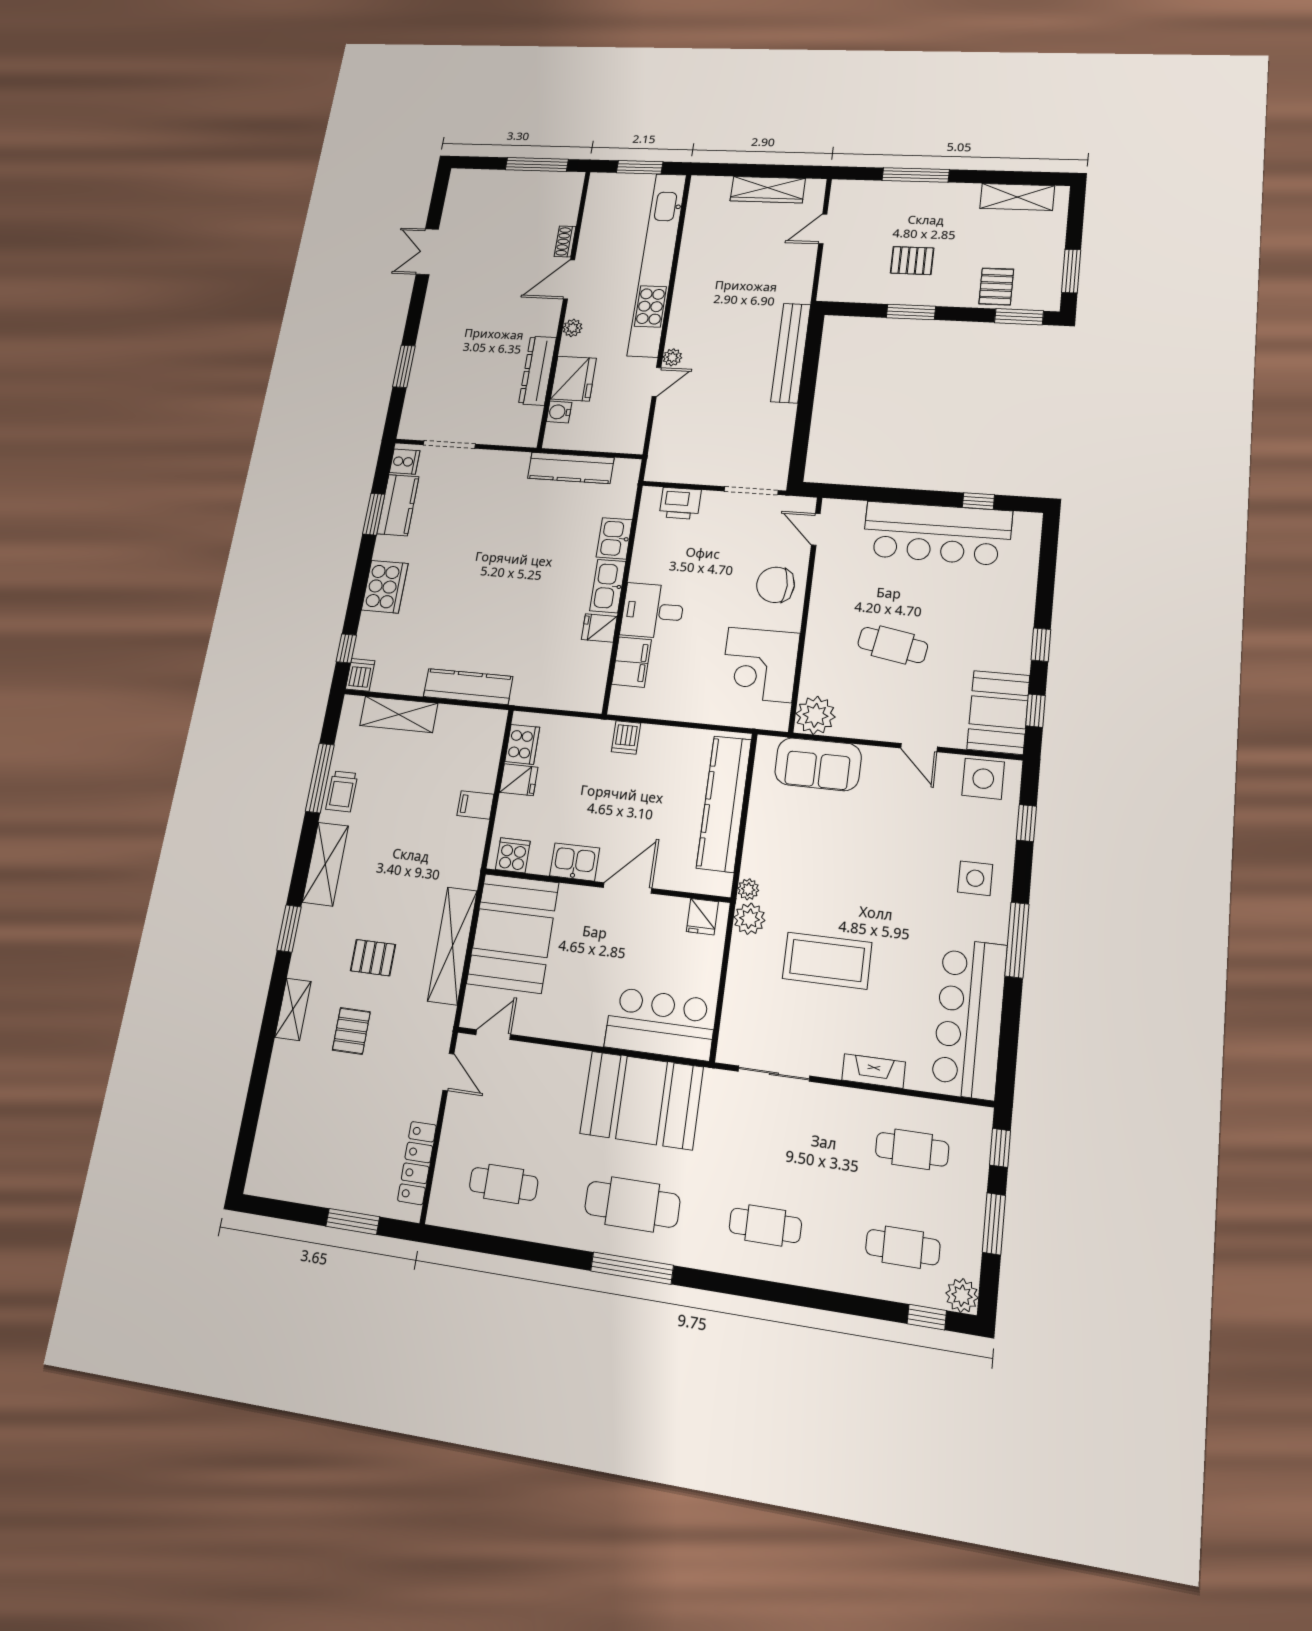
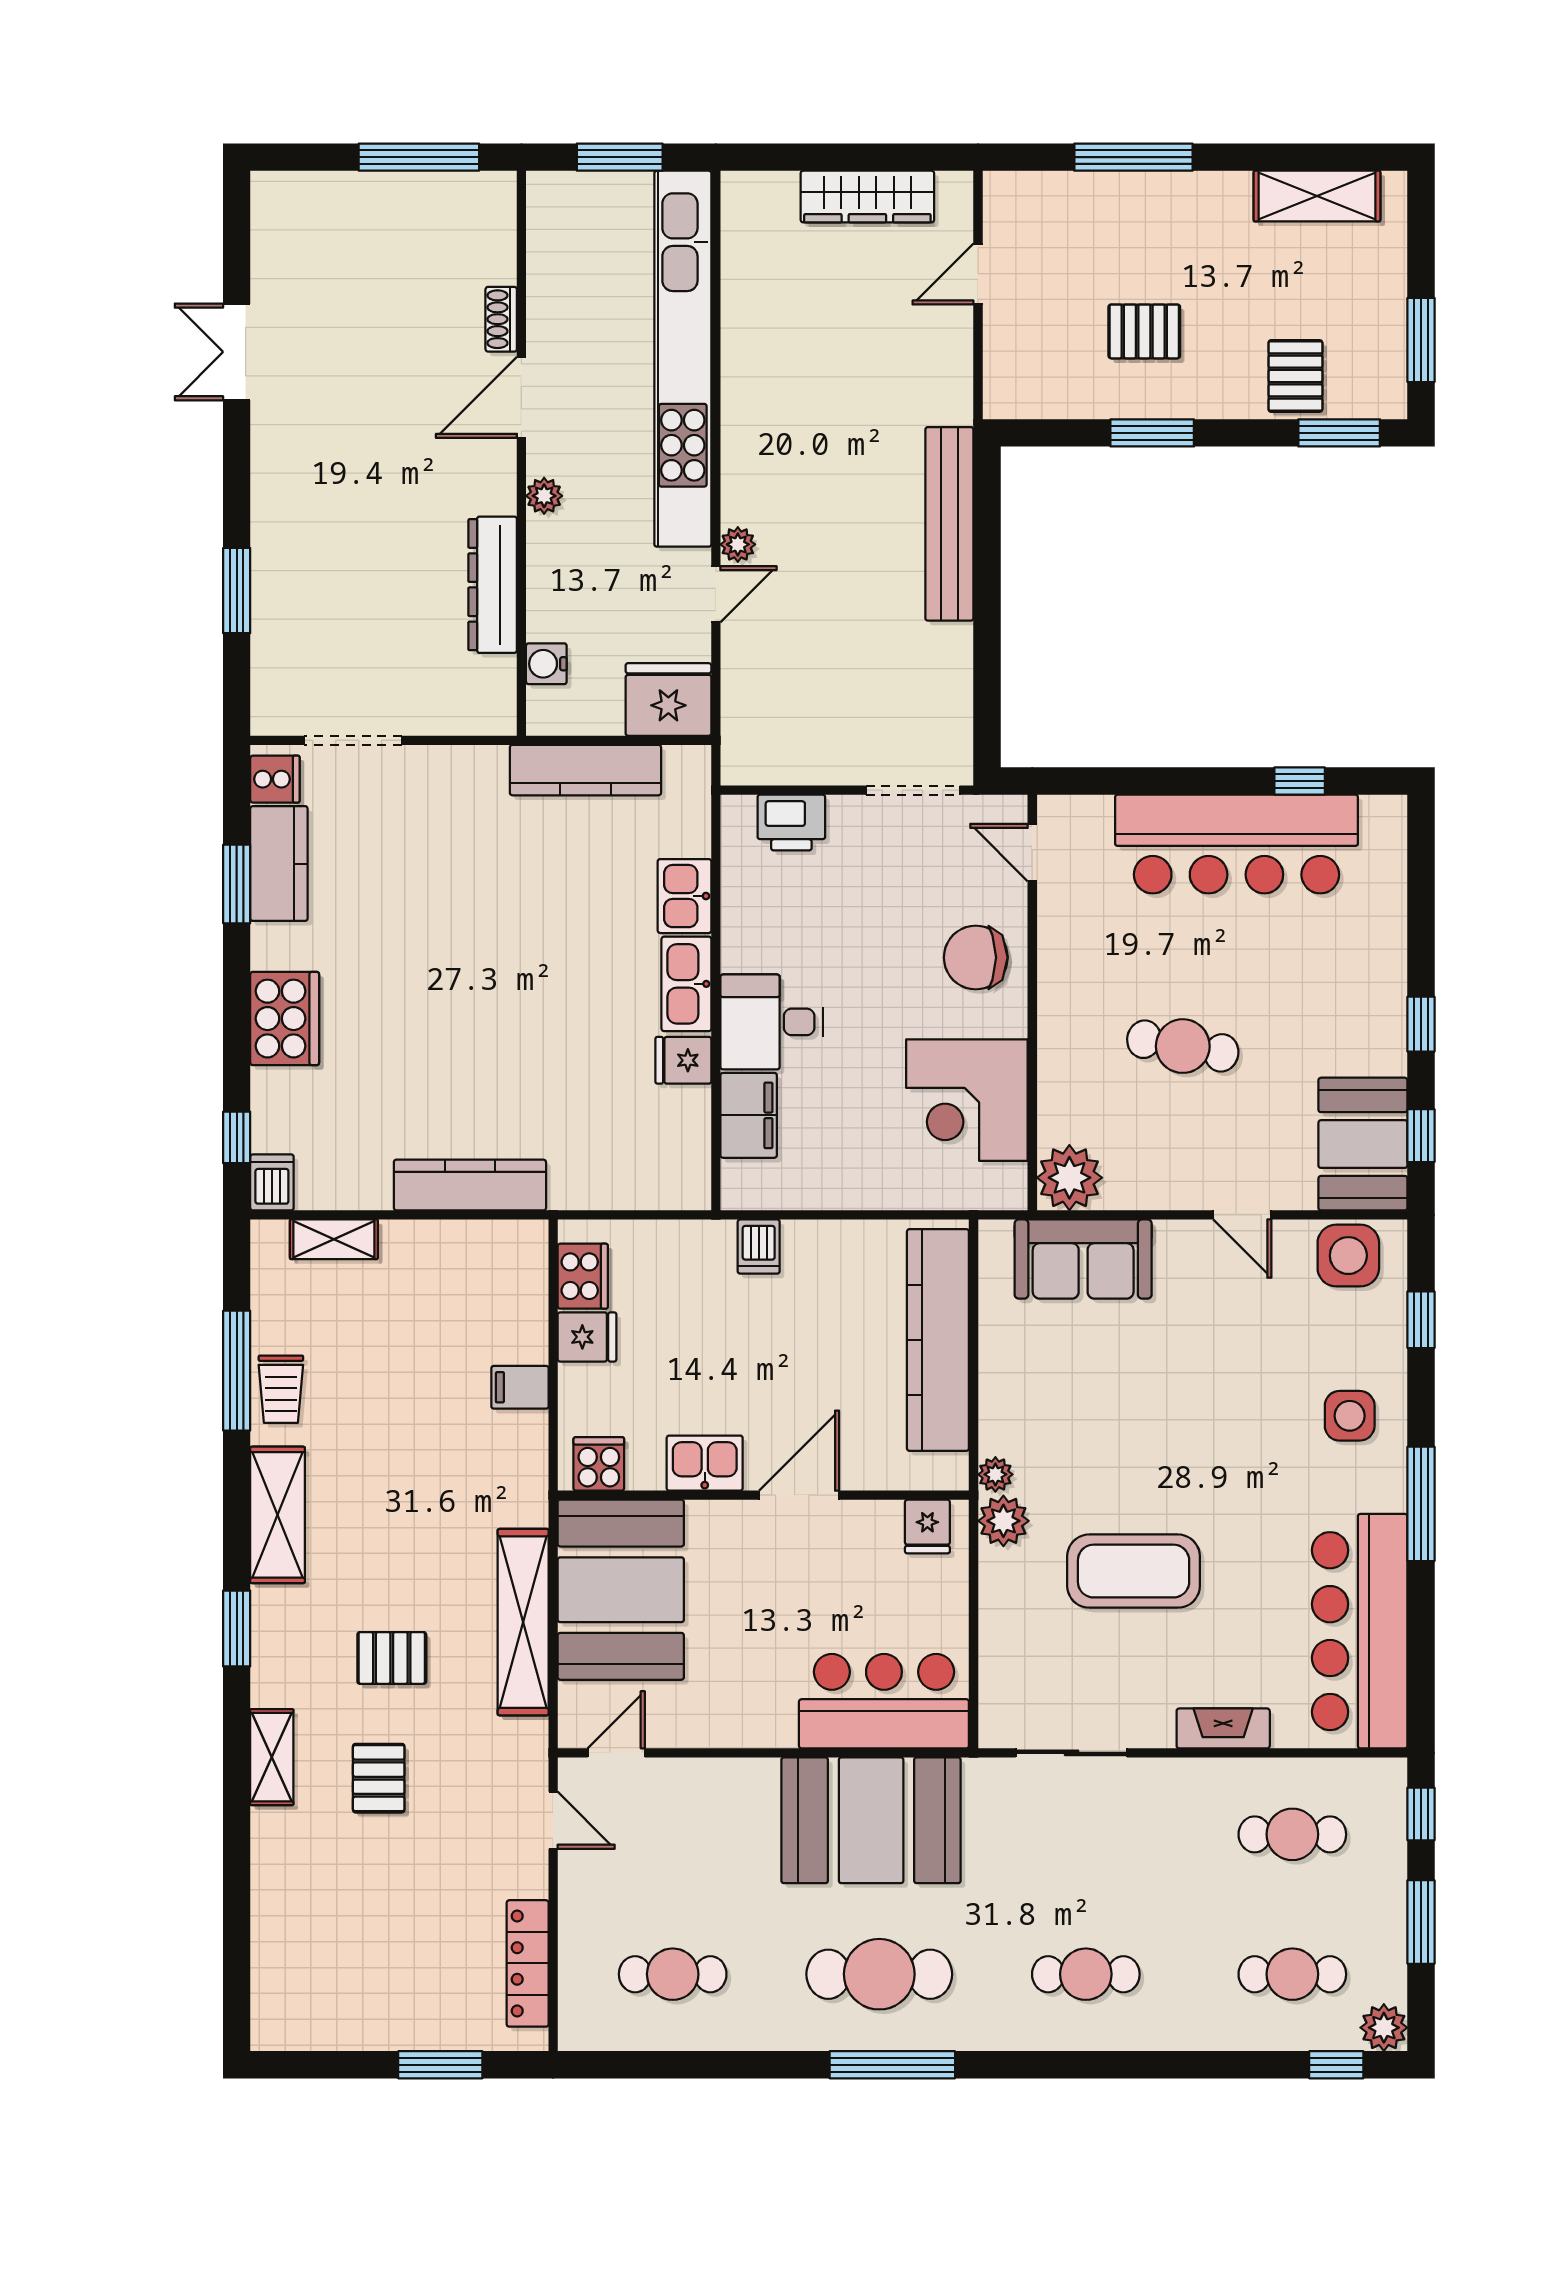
fridge: (573, 379) -> (668, 699), moved, turned -90
shelving: (399, 714) -> (334, 1239), width x0.67, depth x0.75

